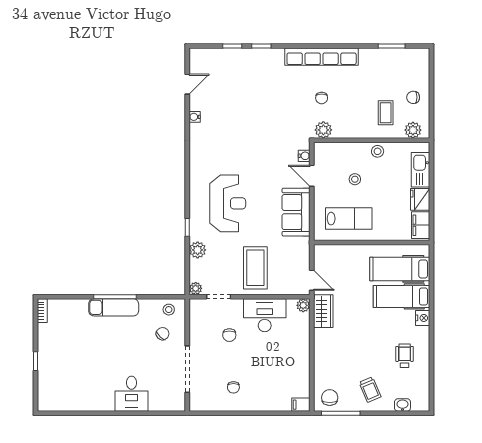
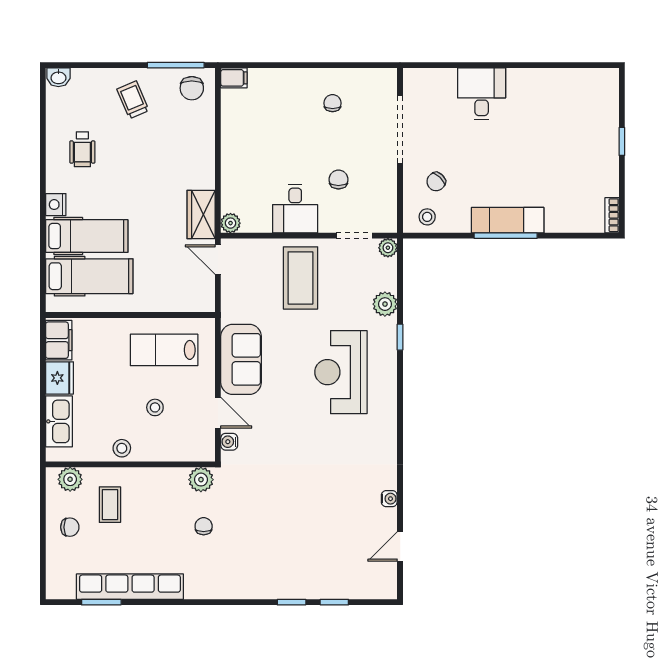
row of seats: (322, 57) -> (130, 587), moved
desk: (265, 315) -> (295, 209), width x0.73
washbasin: (402, 405) -> (58, 77), moved

